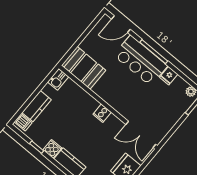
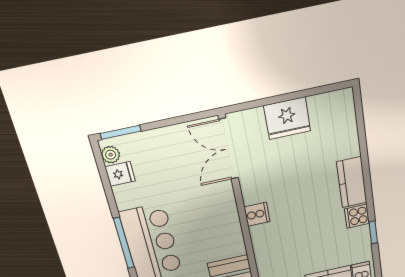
fridge: (169, 76) -> (120, 174), moved
double door: (141, 134) -> (229, 149), swing flipped

